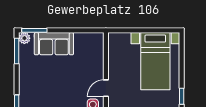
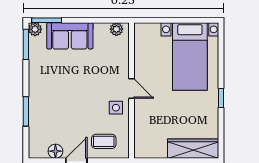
plant: (93, 38) -> (116, 29), added
door: (106, 88) -> (131, 88), swing flipped

